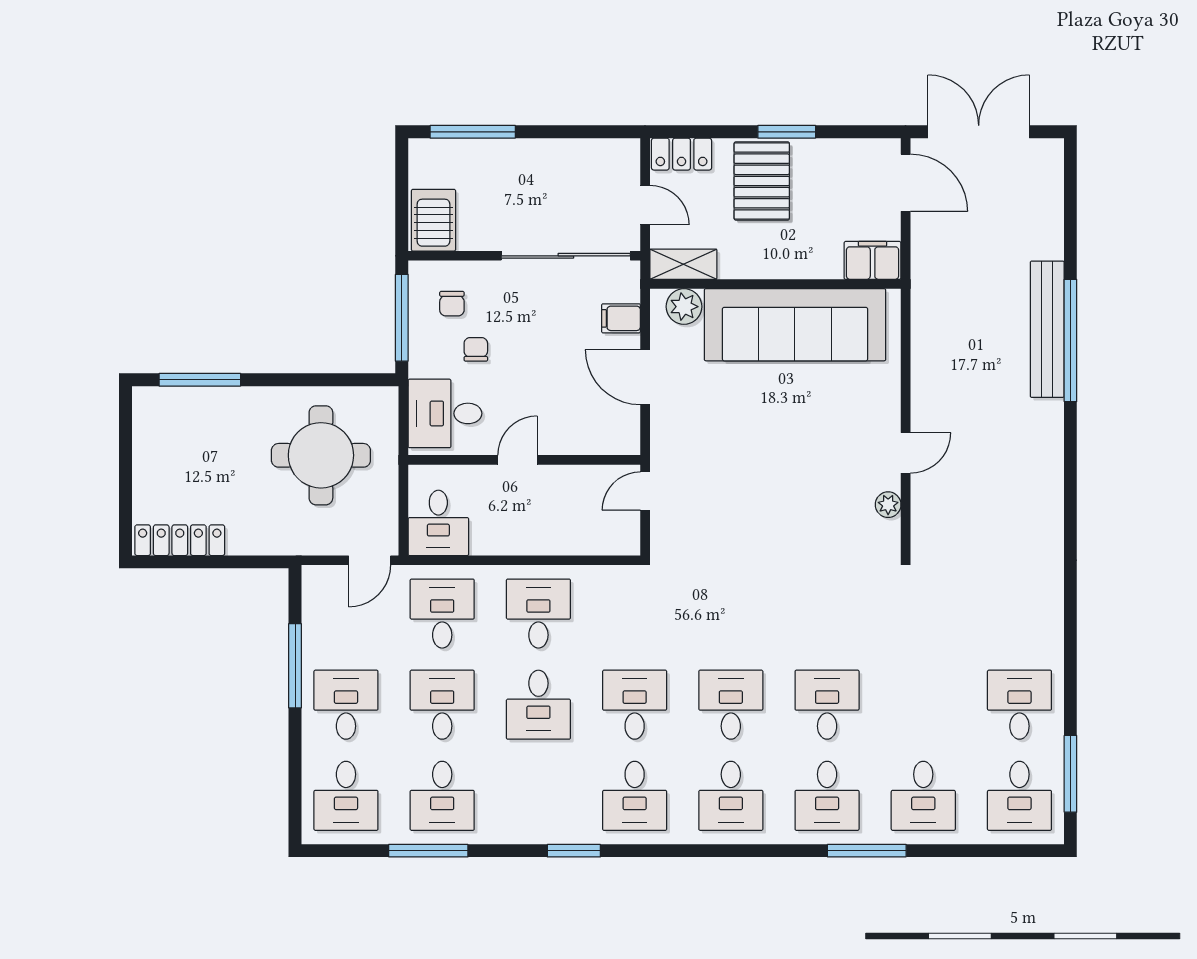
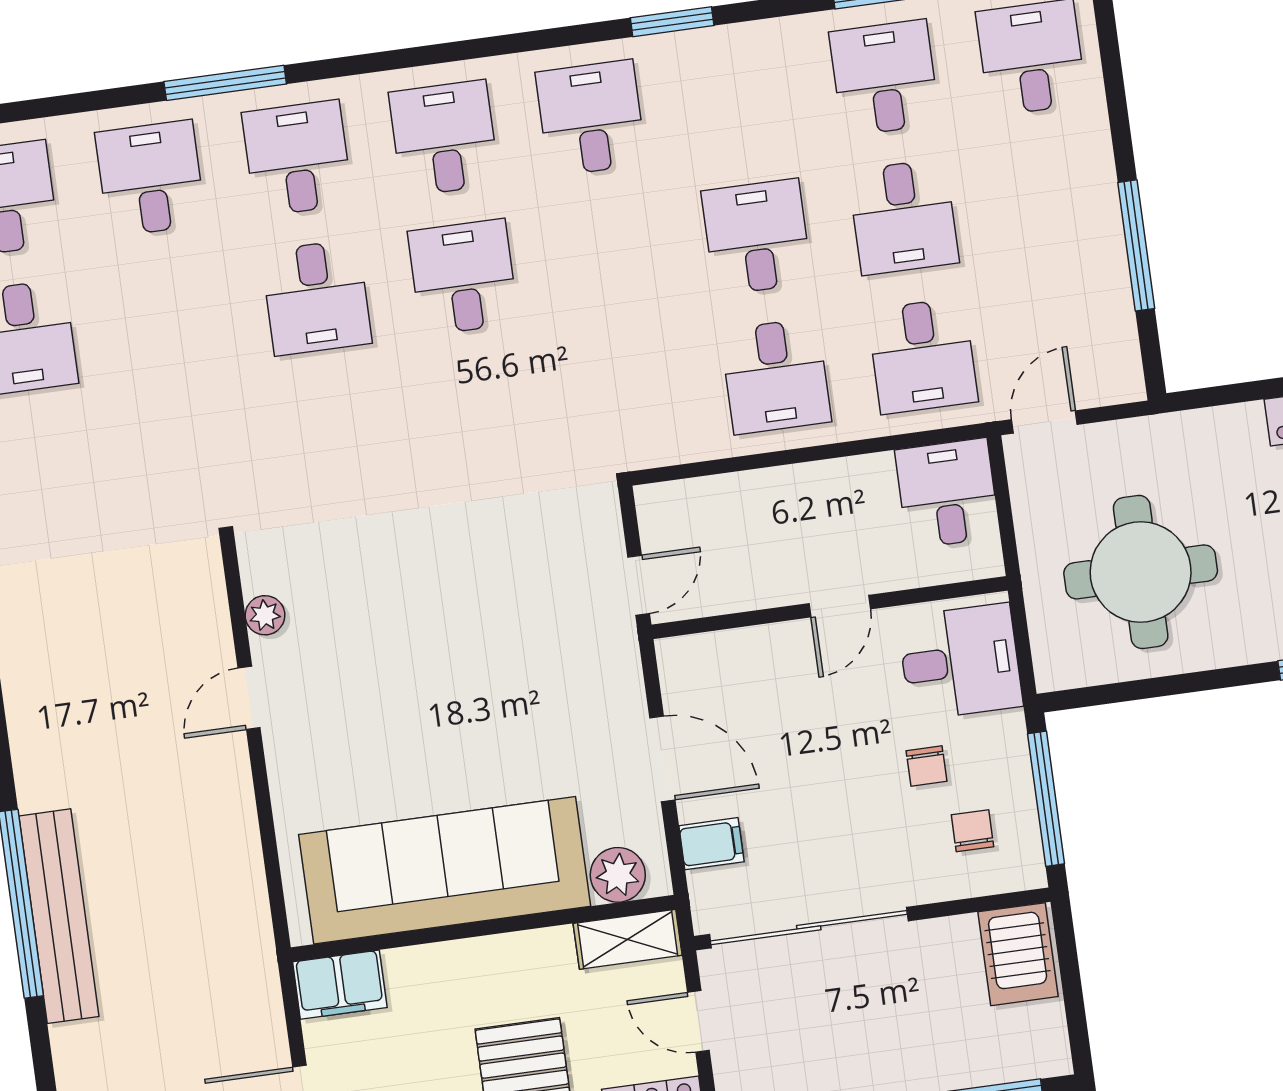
desk: (346, 705) -> (1050, 197), removed
desk: (635, 705) -> (610, 257), removed
desk: (731, 705) -> (463, 277), turned 180

